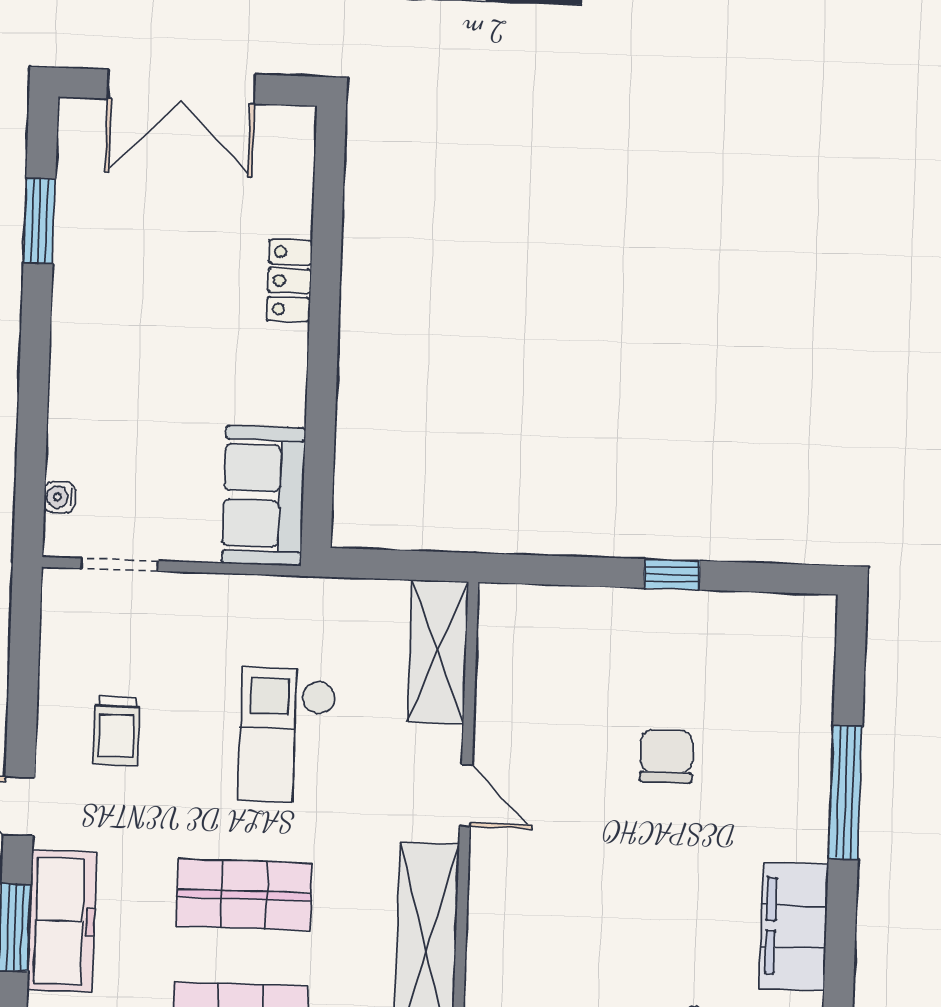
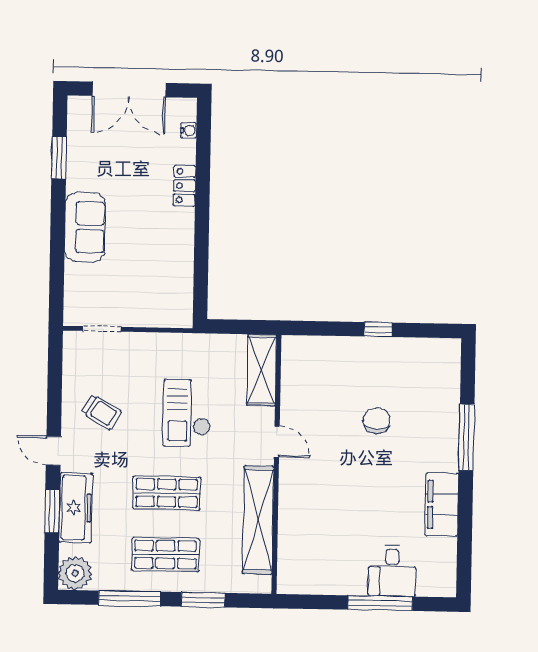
sofa: (264, 496) -> (85, 227), moved, turned 180
water cooler: (60, 497) -> (189, 130), moved, turned 180
trolley: (116, 731) -> (102, 412), turned -60

